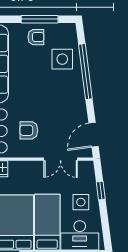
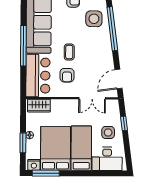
coffee table: (31, 101) -> (69, 52), added
armchair: (29, 130) -> (67, 75), turned -90

